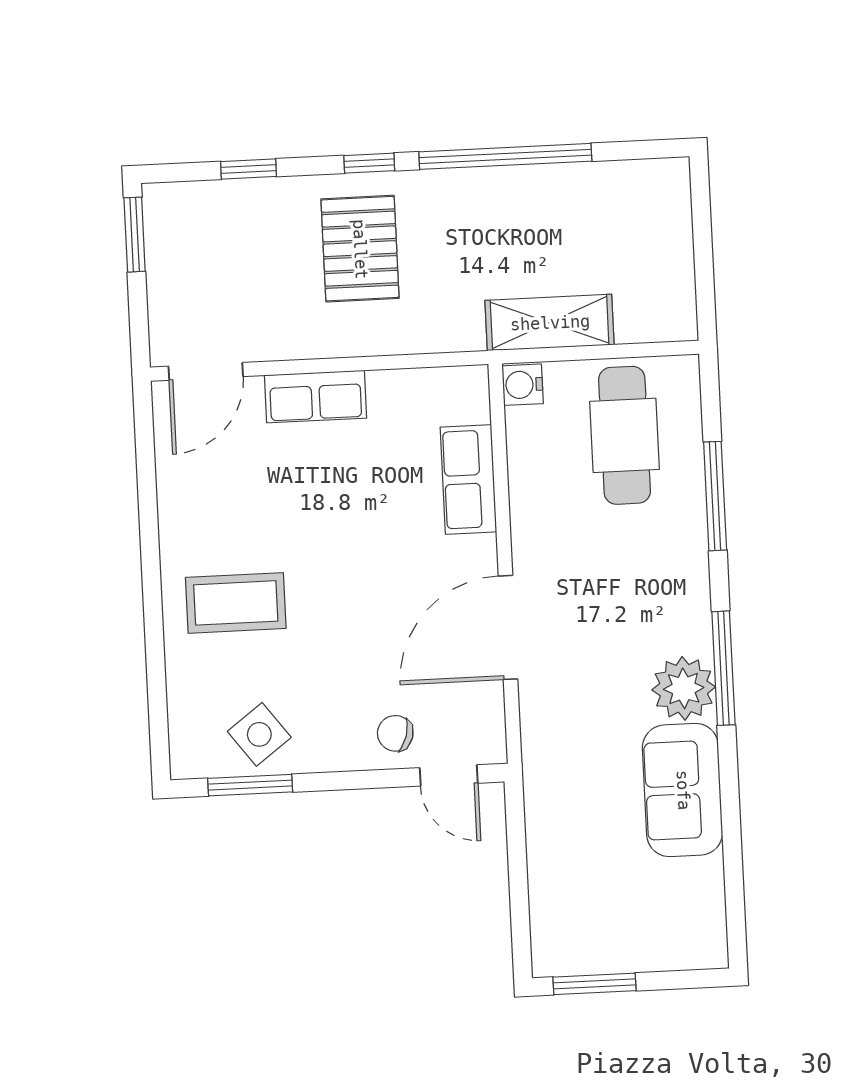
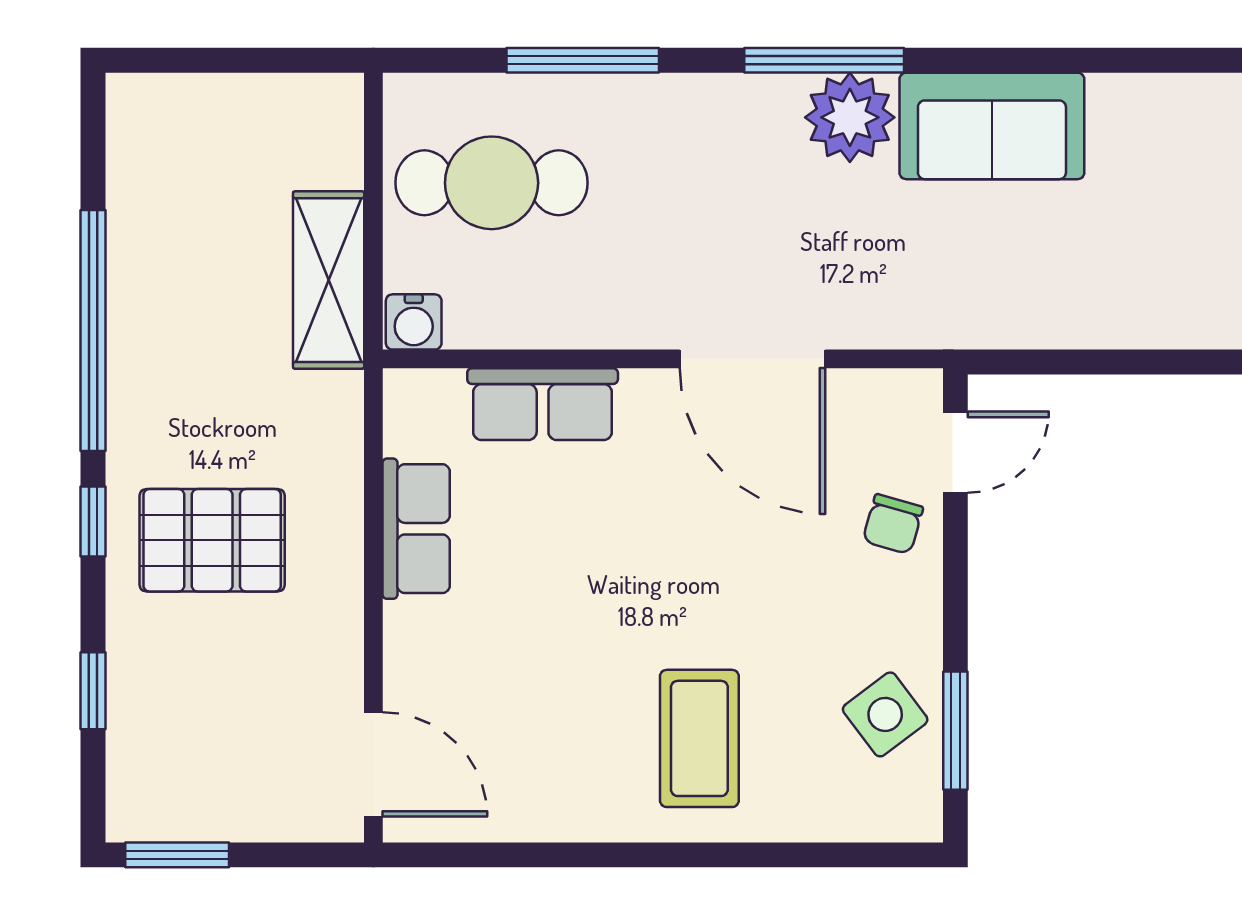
row of seats: (316, 397) -> (416, 529), moved

